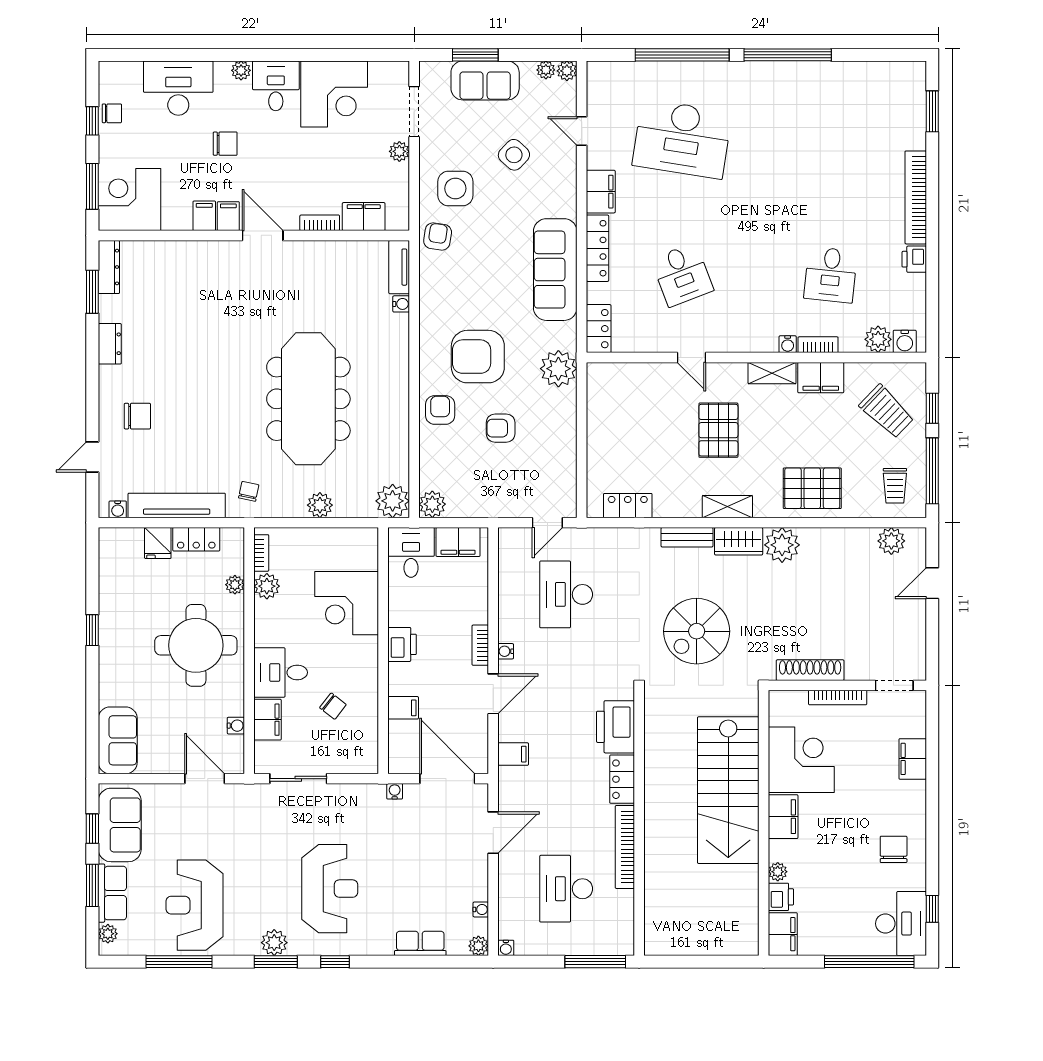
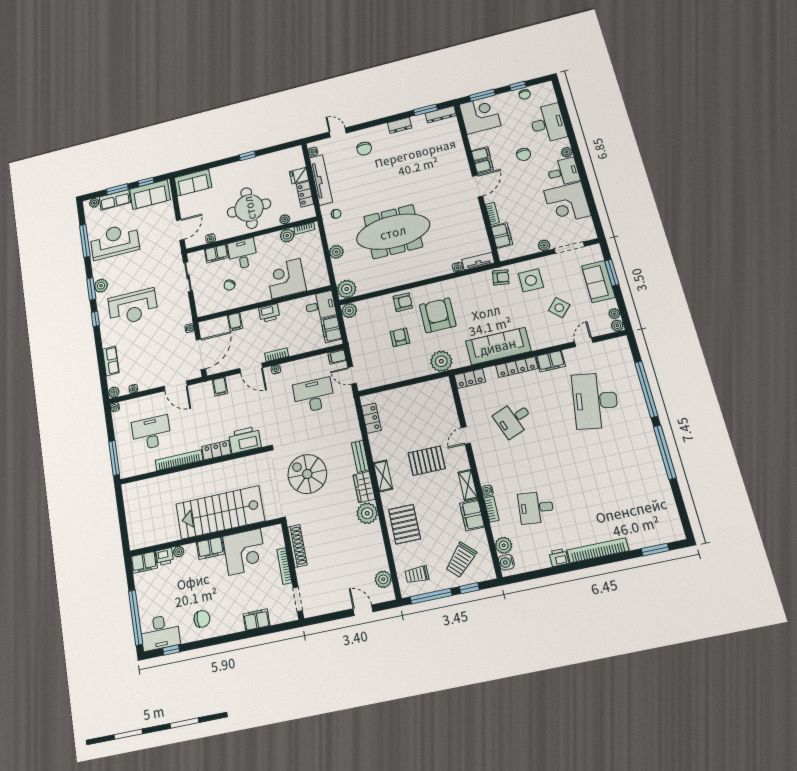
filing cabinet: (509, 542) -> (337, 357), added

